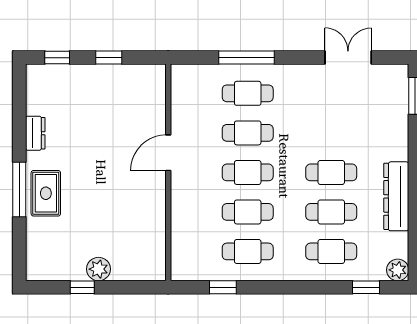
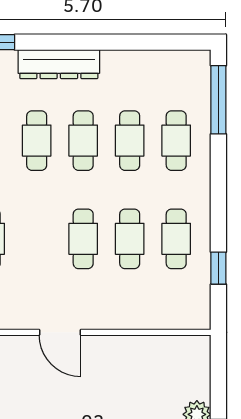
cafe table: (248, 133) -> (37, 141), moved
dresser: (396, 196) -> (59, 64), moved
plant: (398, 270) -> (198, 62), removed
window: (366, 287) -> (218, 100), width x2.17

